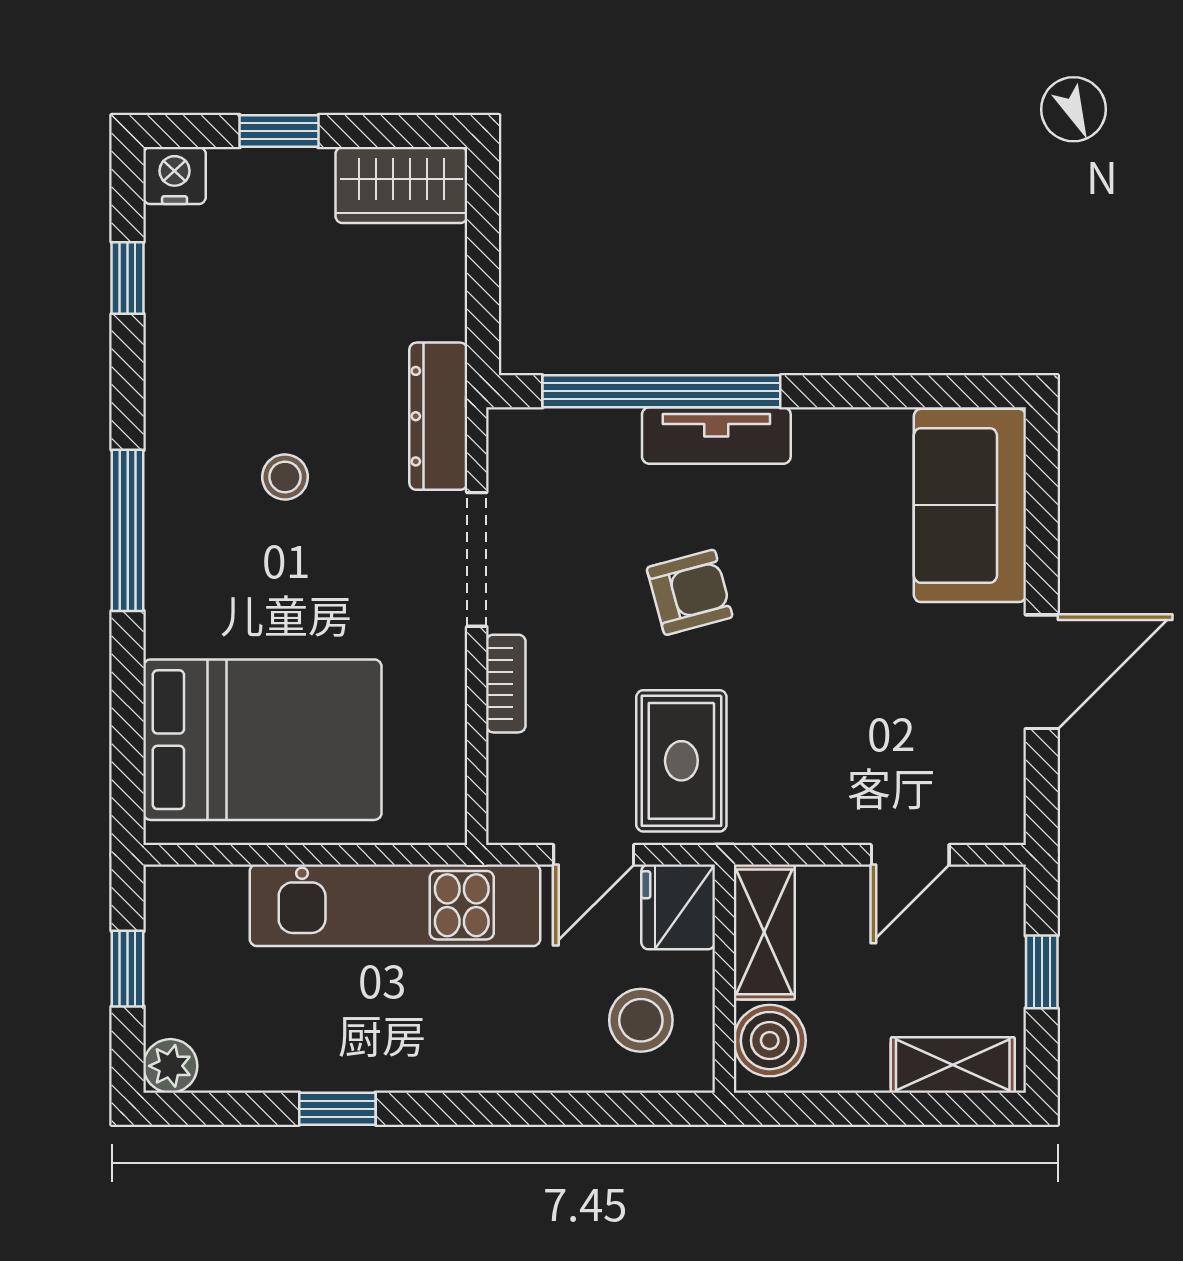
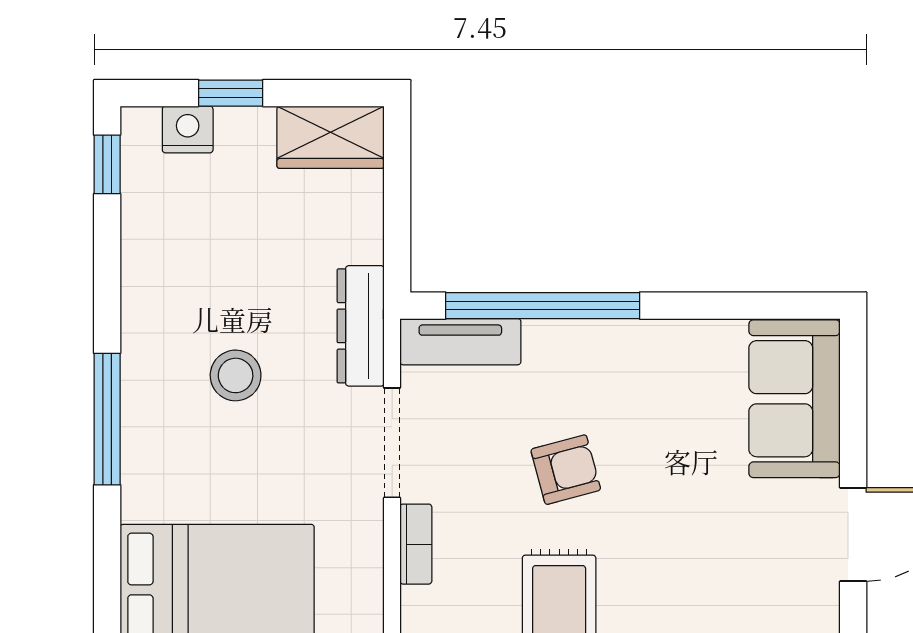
nightstand: (175, 176) -> (188, 129), moved
window: (128, 278) -> (107, 164), moved
tv unit: (716, 436) -> (460, 342), moved
stool: (285, 477) -> (236, 375), width x1.37, depth x1.37

